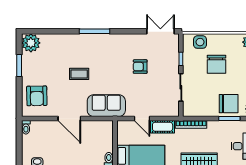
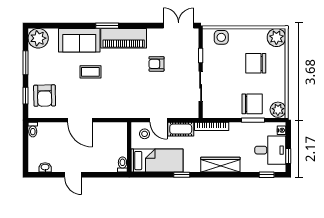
window: (94, 31) -> (107, 26), width x0.69
piano: (110, 43) -> (124, 38), added
chair: (216, 64) -> (256, 63), moved, turned 90
window: (19, 96) -> (26, 96), added
sofa: (106, 106) -> (79, 40), moved, turned 180
stool: (129, 131) -> (145, 134), added

